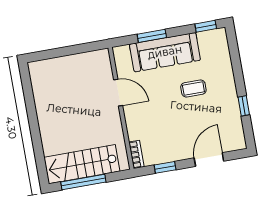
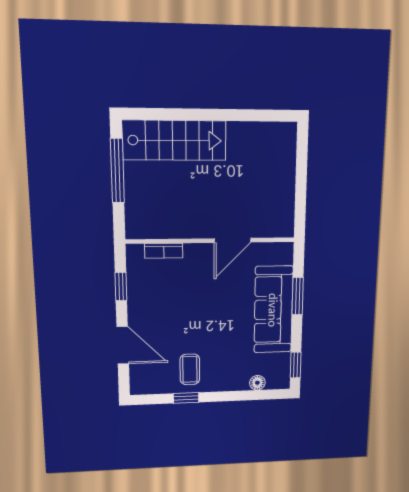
floor lamp: (224, 53) -> (257, 383), added
coffee table: (193, 88) -> (190, 369), moved
bookcase: (136, 154) -> (164, 251), moved
stairs: (82, 164) -> (174, 140), moved, turned 90

